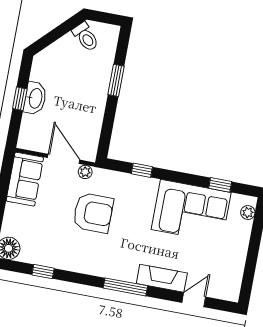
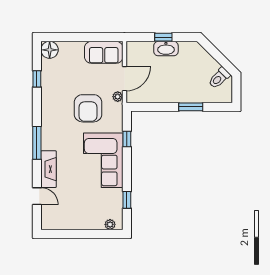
corner sofa: (191, 211) -> (103, 160), moved

